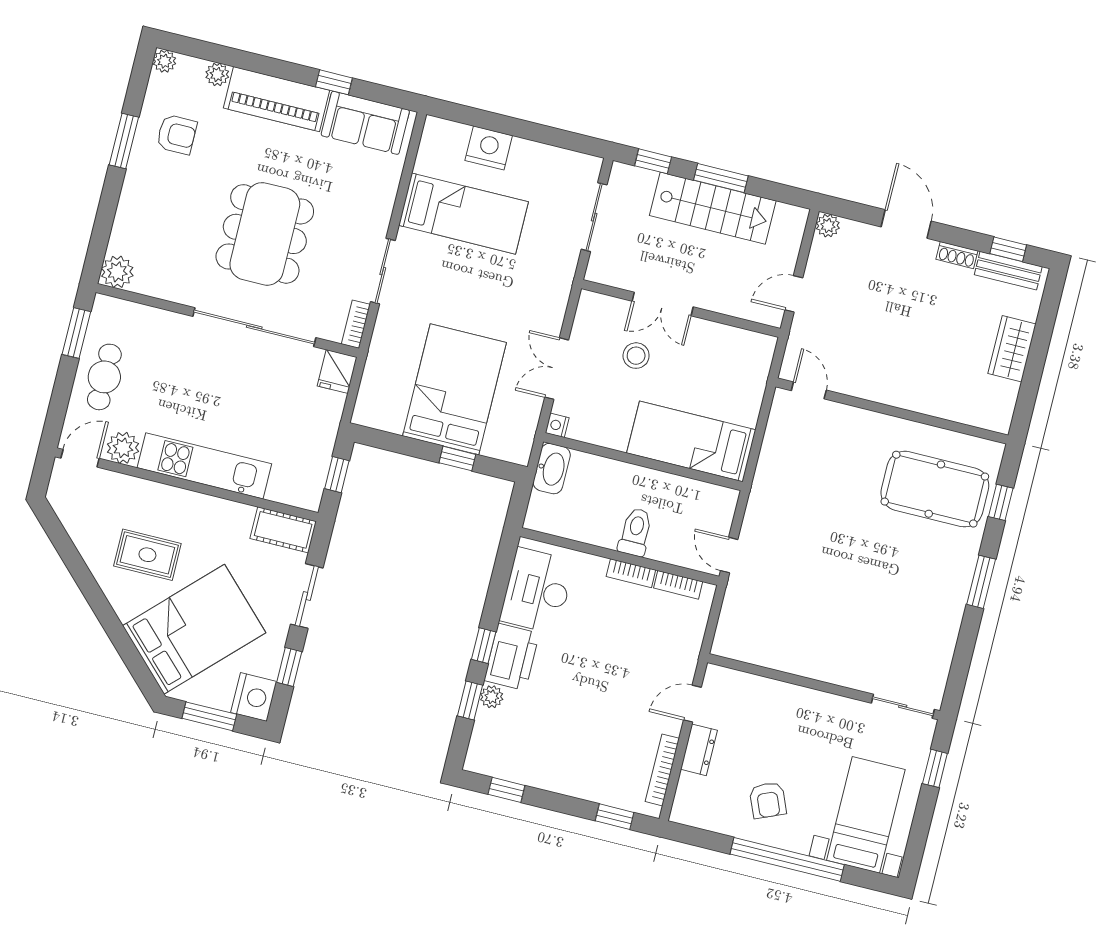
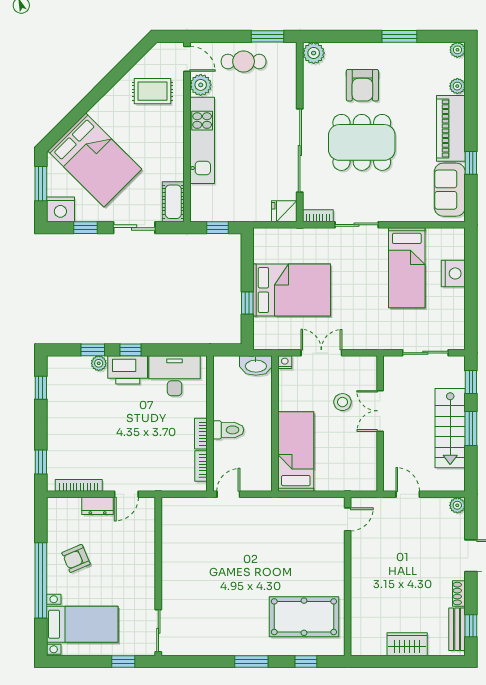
armchair: (177, 134) -> (362, 85), moved, width x1.38, depth x1.38
pool table: (935, 489) -> (304, 617), turned 90
rug: (147, 555) -> (152, 91), moved, turned 90
door: (692, 704) -> (126, 494), swing flipped

